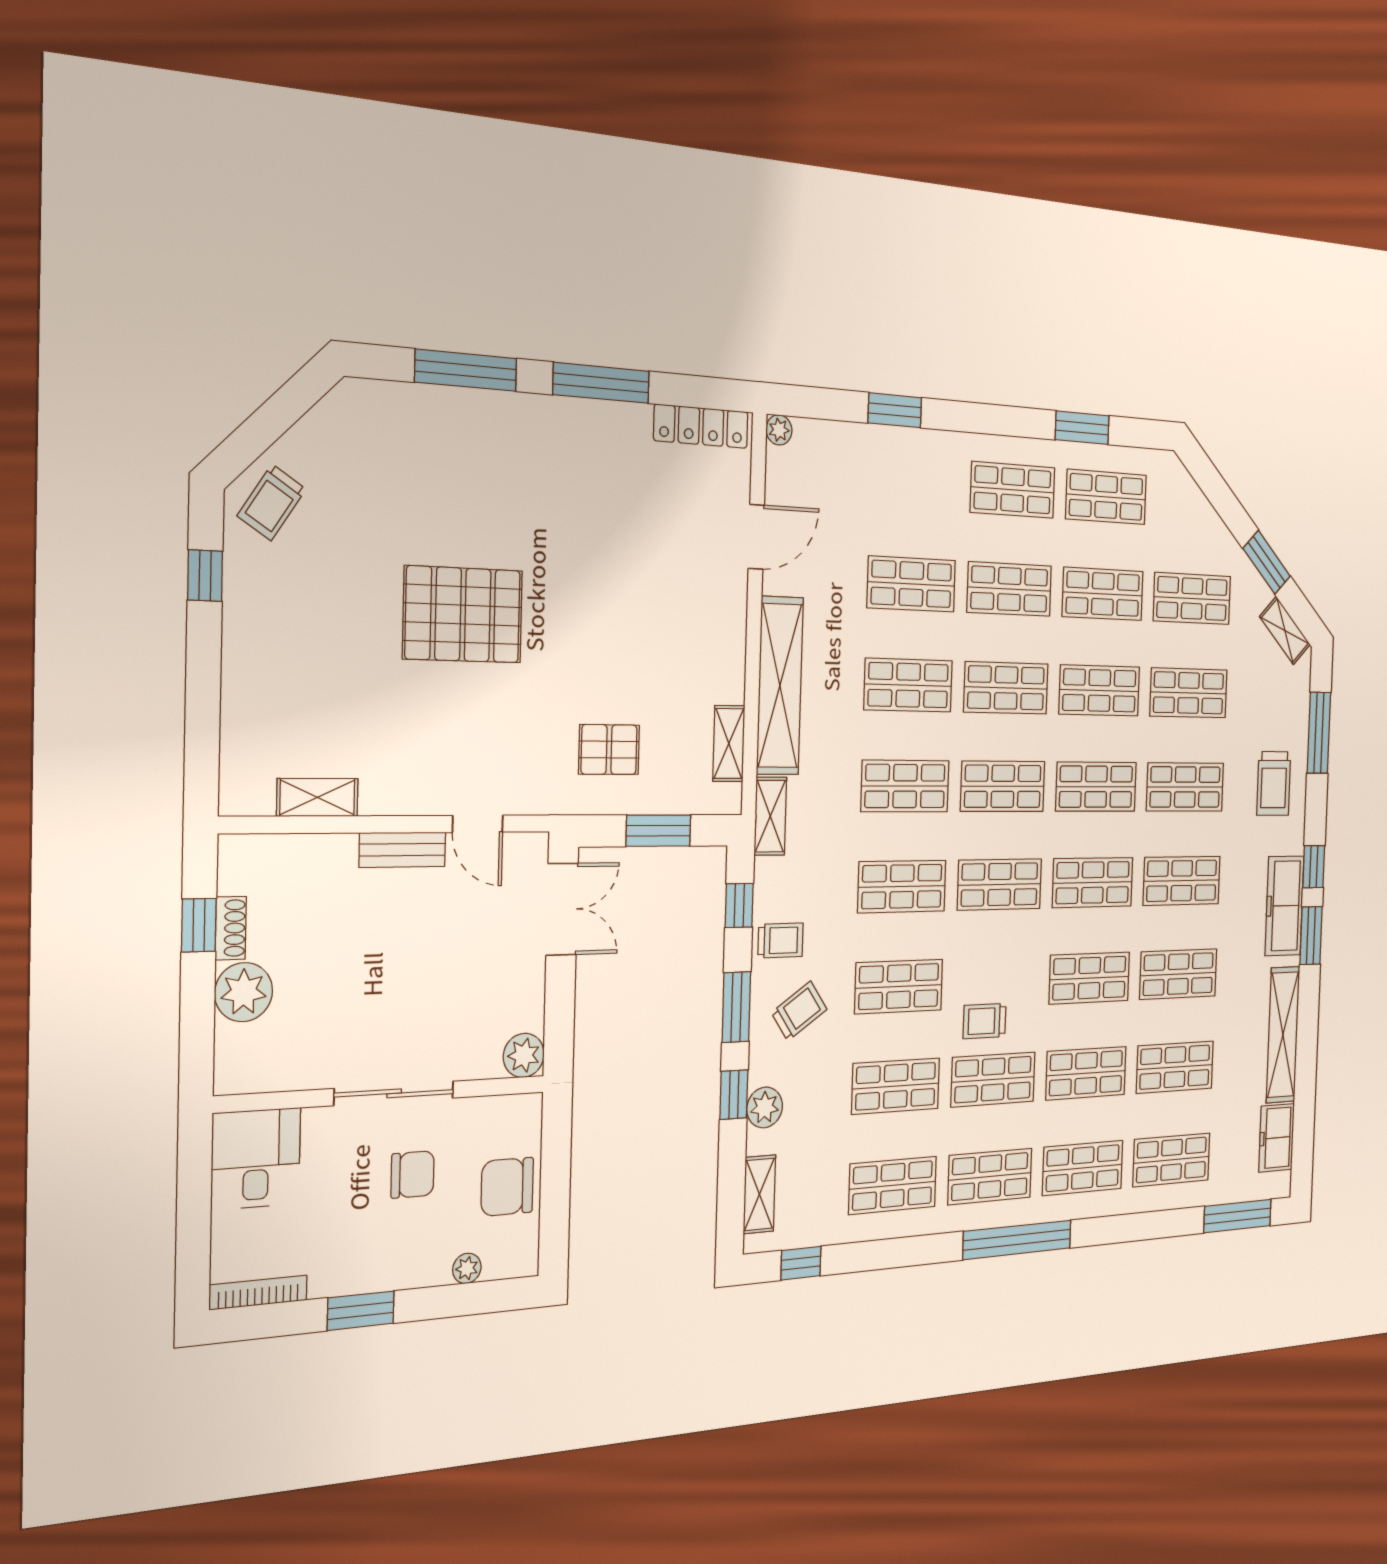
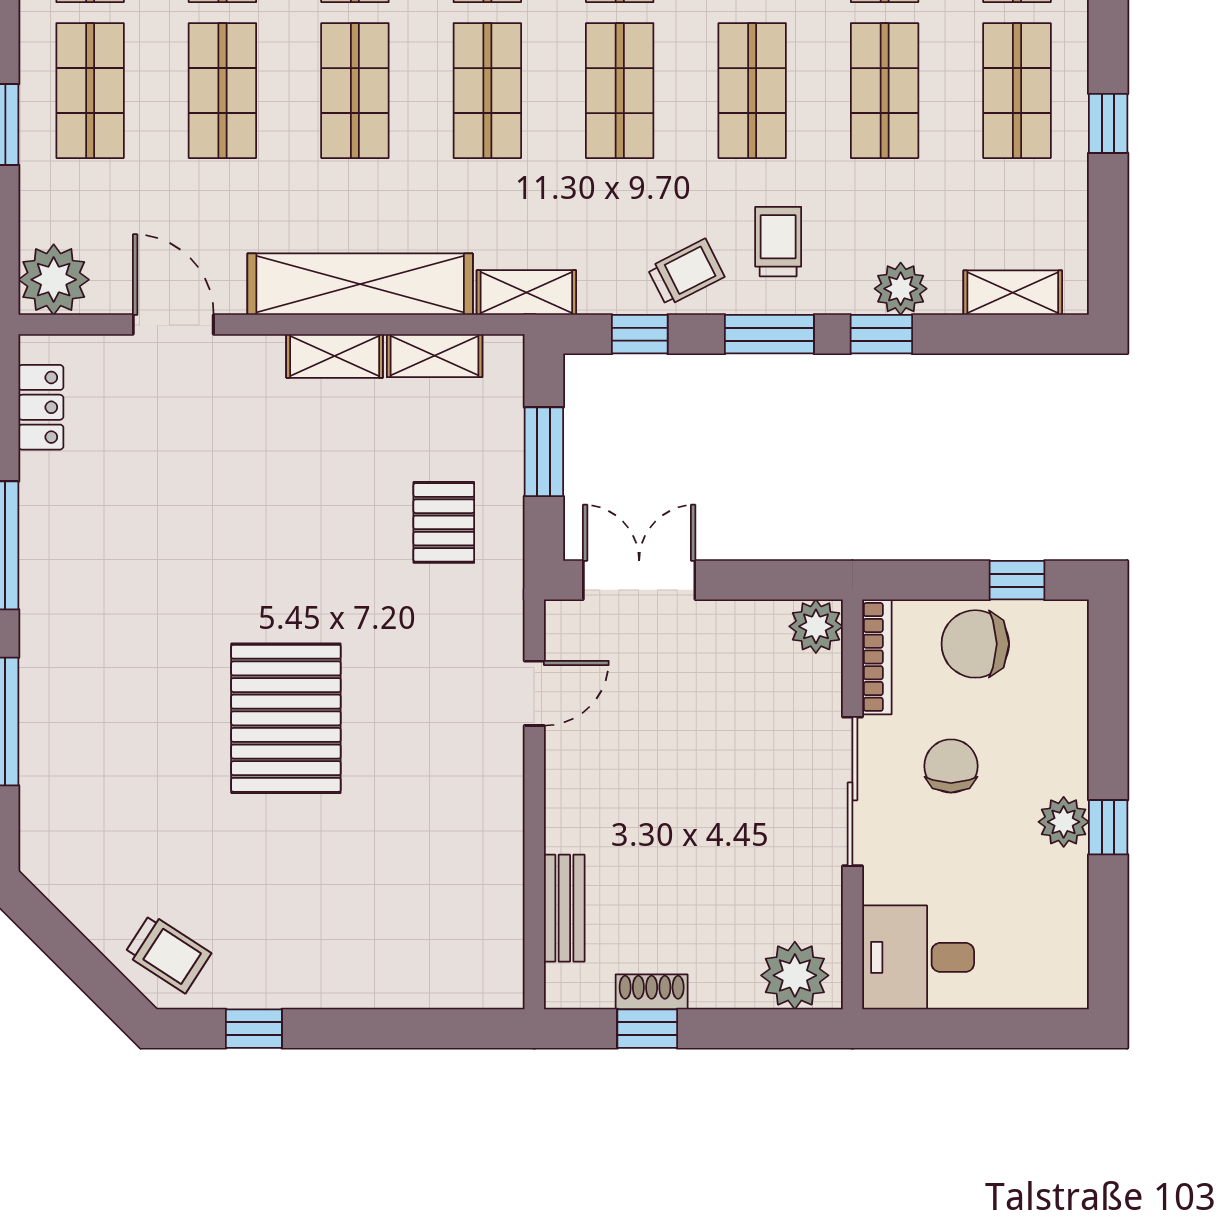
locker: (701, 426) -> (41, 407), width x0.66
plant: (779, 430) -> (54, 280), width x1.88, depth x1.88
shop shelf: (915, 482) -> (90, 91), added
shelving: (317, 797) -> (335, 356), moved, turned 90
bench: (403, 850) -> (564, 908), moved
trolley: (781, 940) -> (686, 272), turned 63
plant: (244, 992) -> (795, 975), moved
trolley: (799, 1011) -> (778, 242), turned 34
chair: (507, 1187) -> (975, 644), turned 90
window: (555, 1216) -> (1017, 580), added
window: (801, 1263) -> (1108, 123), moved
plant: (467, 1268) -> (1064, 822), moved, width x1.38, depth x1.38
bookcase: (258, 1293) -> (877, 657), moved, turned 180
window: (361, 1311) -> (1108, 827), width x0.67

